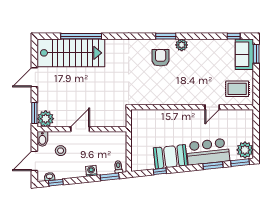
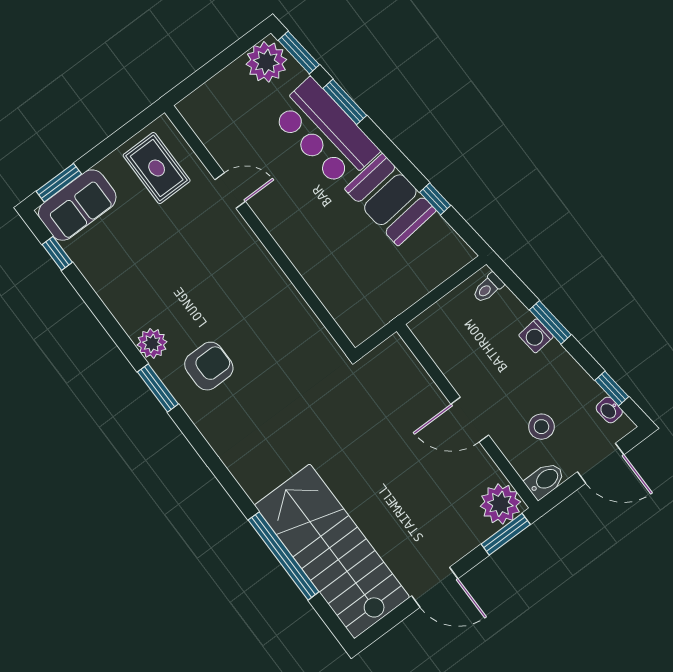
armchair: (161, 58) -> (209, 366), turned 180
window: (110, 177) -> (550, 322), moved

